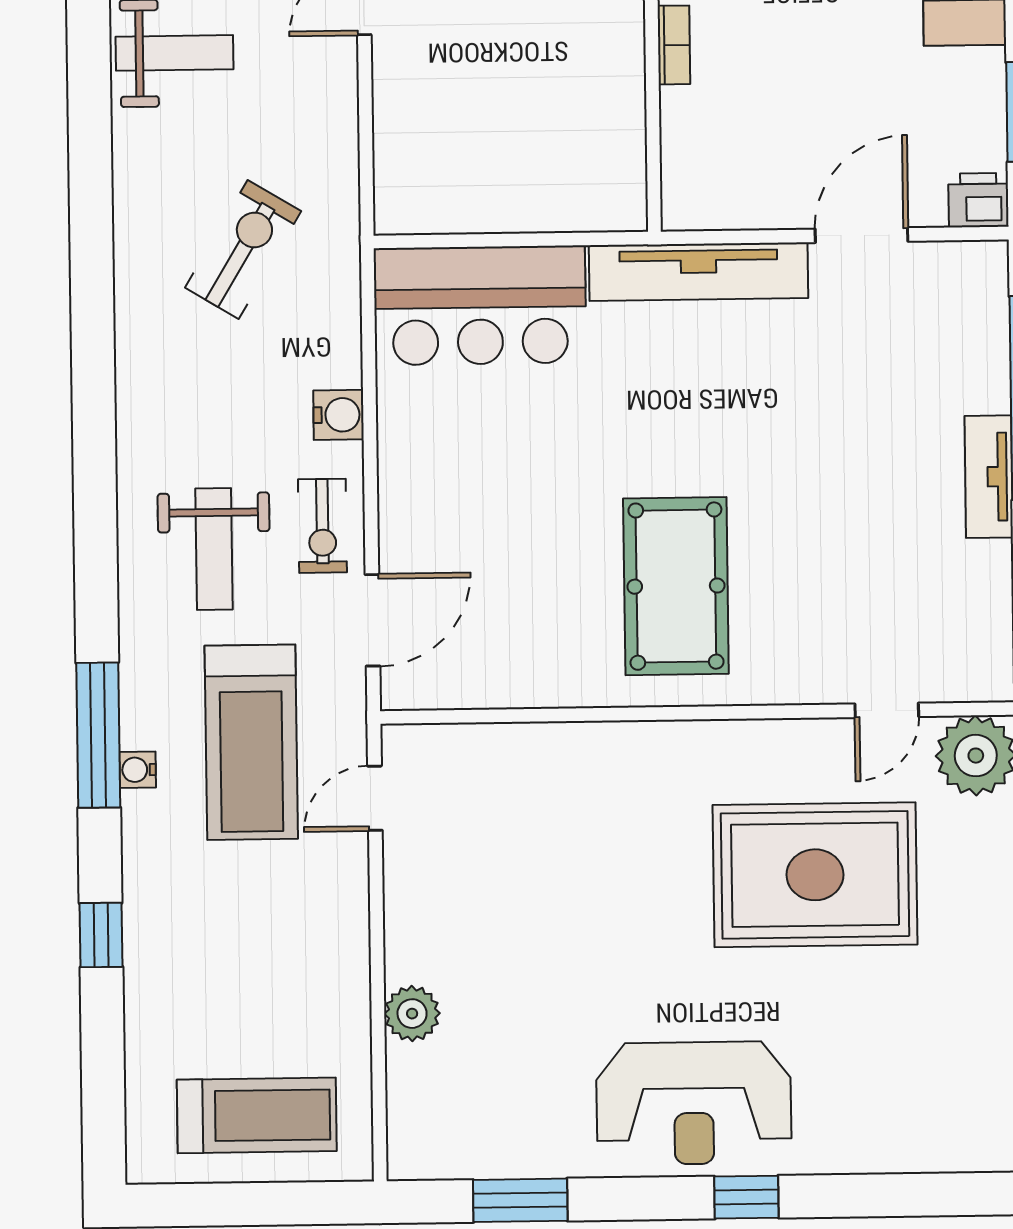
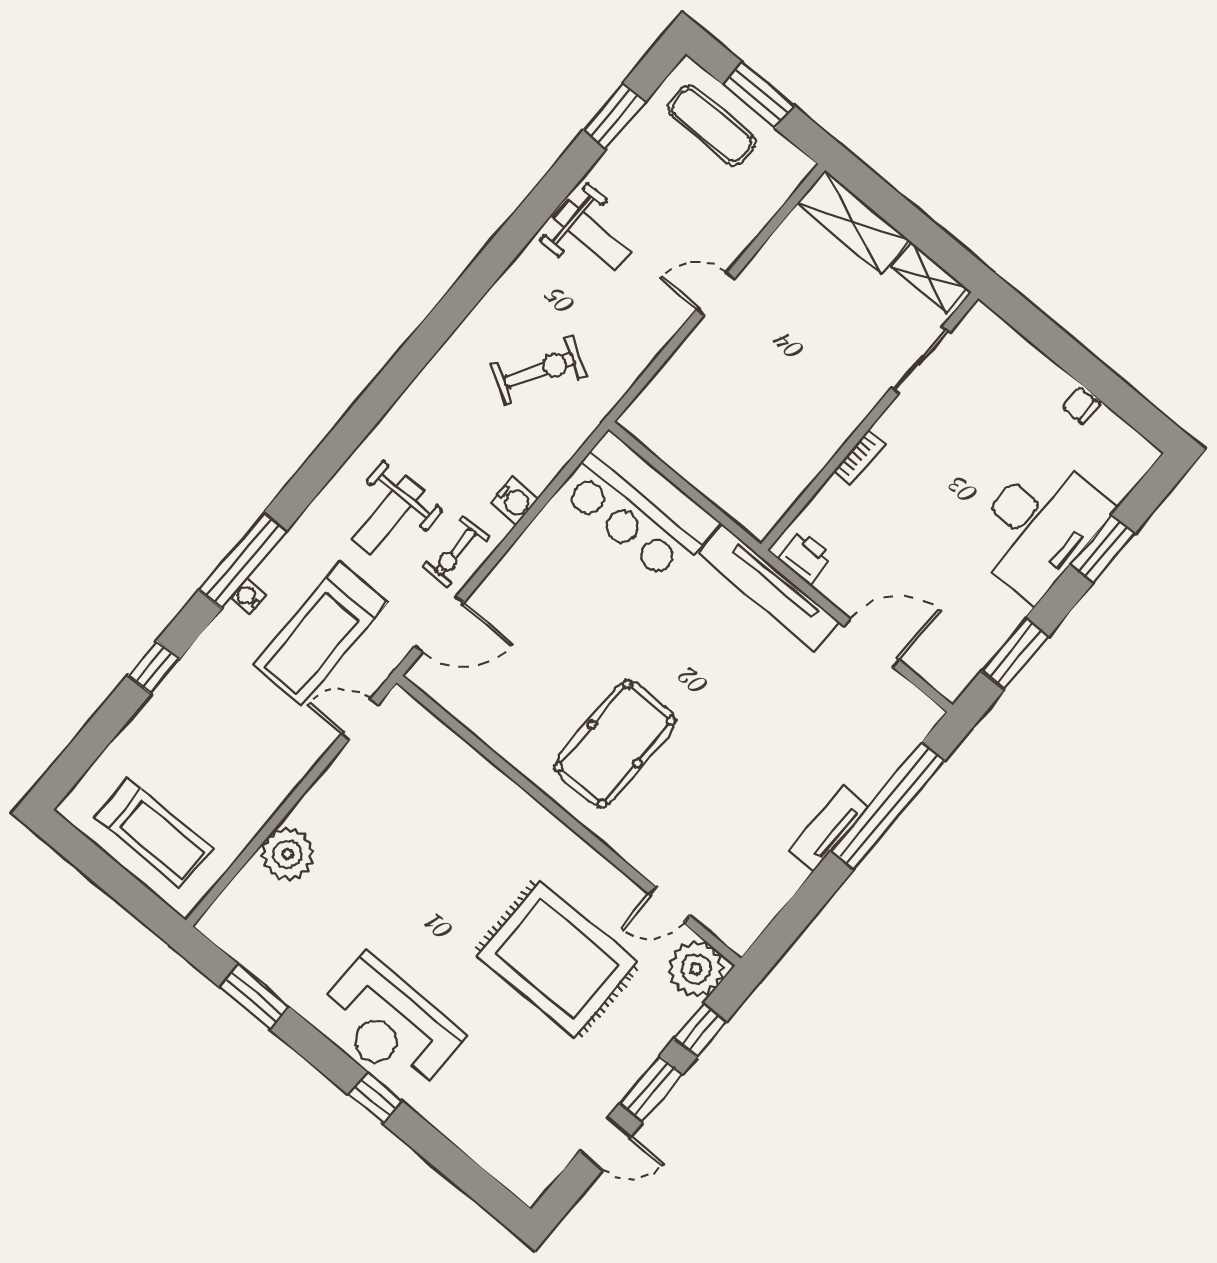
printer: (978, 200) -> (805, 557), moved
plant: (412, 1014) -> (287, 854), width x1.36, depth x1.36

